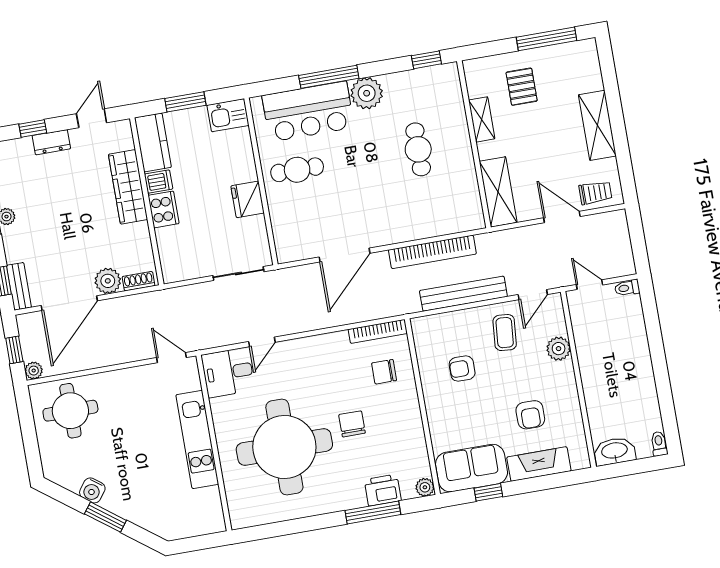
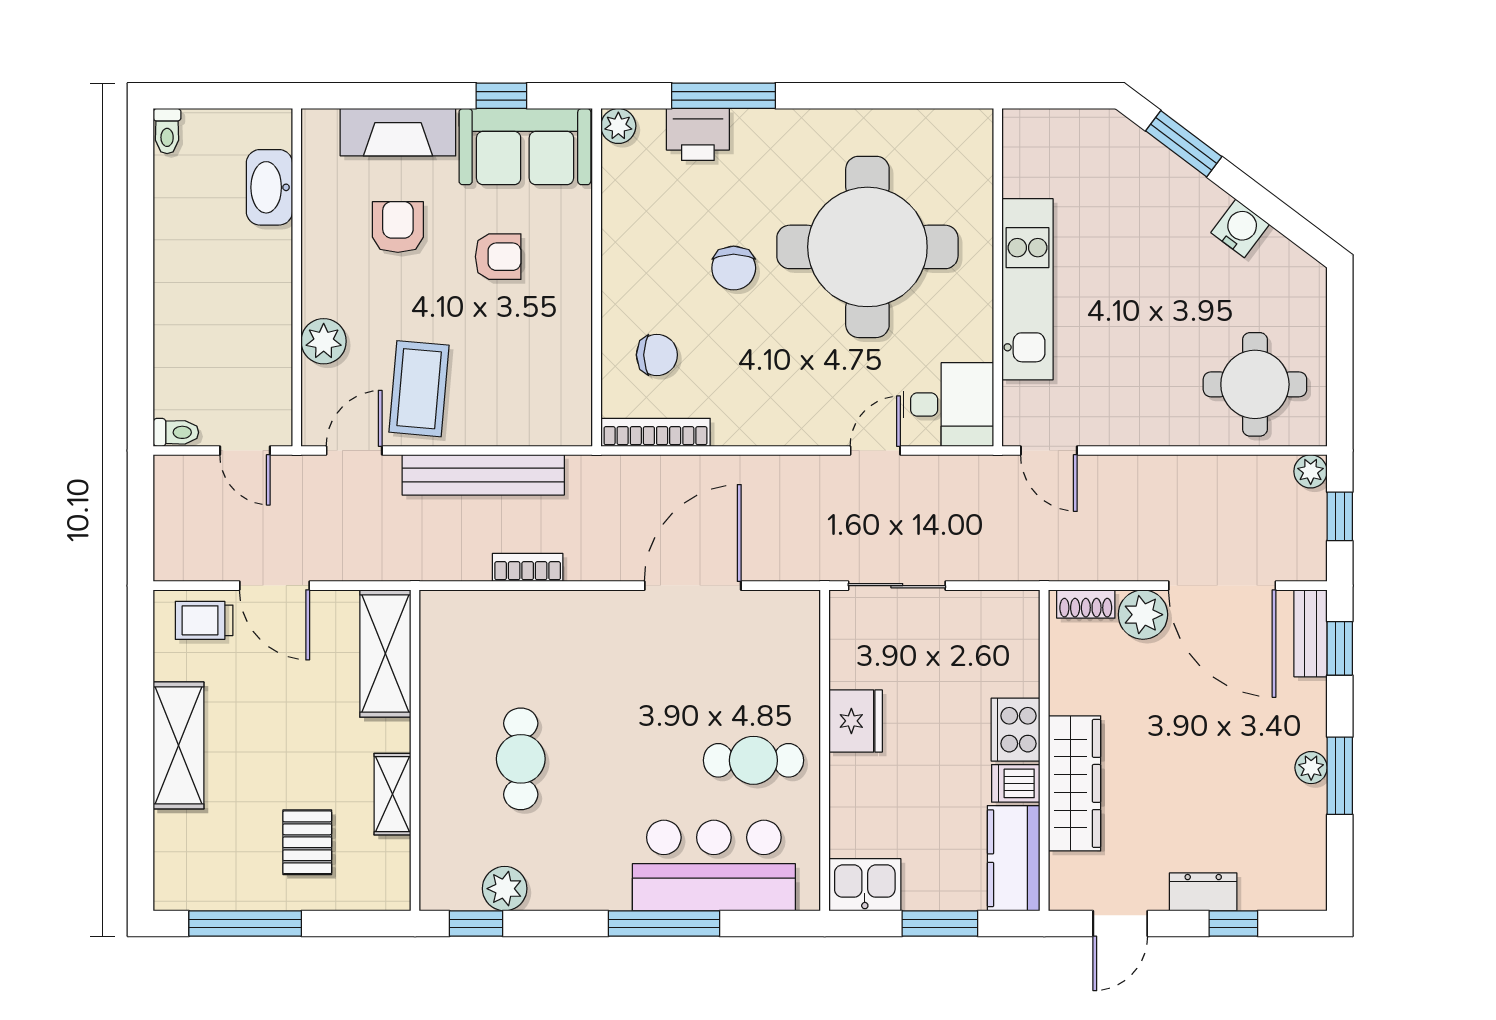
plant: (367, 93) -> (505, 889), moved, width x0.73, depth x0.73
bookcase: (432, 252) -> (528, 567), width x0.43, depth x0.76
door: (69, 303) -> (1222, 586), swing flipped
coffee table: (505, 333) -> (419, 389), width x1.36, depth x1.30
armchair: (462, 369) -> (498, 257), moved
washbasin: (615, 451) -> (269, 187), moved, turned 90
window: (105, 517) -> (1184, 144), moved

